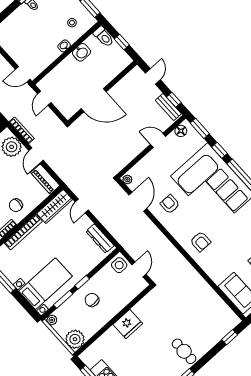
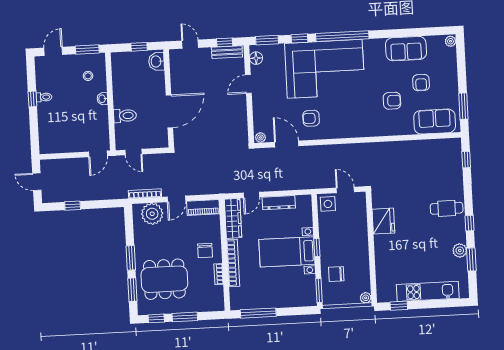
toilet: (104, 37) -> (125, 116), moved
washbasin: (81, 52) -> (156, 61), moved, turned 180
door: (36, 155) -> (176, 199), hinge flipped
door: (82, 206) -> (251, 195), hinge flipped
dresser: (100, 239) -> (279, 203), moved
armchair: (200, 241) -> (392, 101), moved
bed with nightstands: (46, 284) -> (287, 252), moved, turned -90
window: (63, 299) -> (319, 290), moved
chair: (92, 300) -> (336, 274), moved
plant: (52, 320) -> (328, 300), removed
fridge: (128, 324) -> (383, 221), moved
plant: (75, 339) -> (366, 298), width x0.53, depth x0.53

